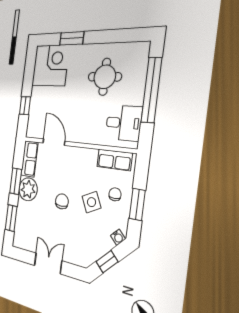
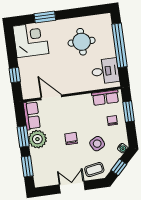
side table: (91, 202) -> (97, 144), moved
window: (137, 204) -> (129, 111), moved
coffee table: (77, 252) -> (94, 170), added

